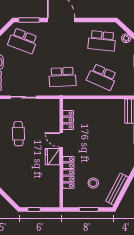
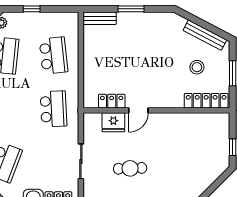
school desk: (102, 77) -> (53, 55), turned -30
fridge: (53, 157) -> (113, 122), moved
locker: (68, 172) -> (206, 101), moved

